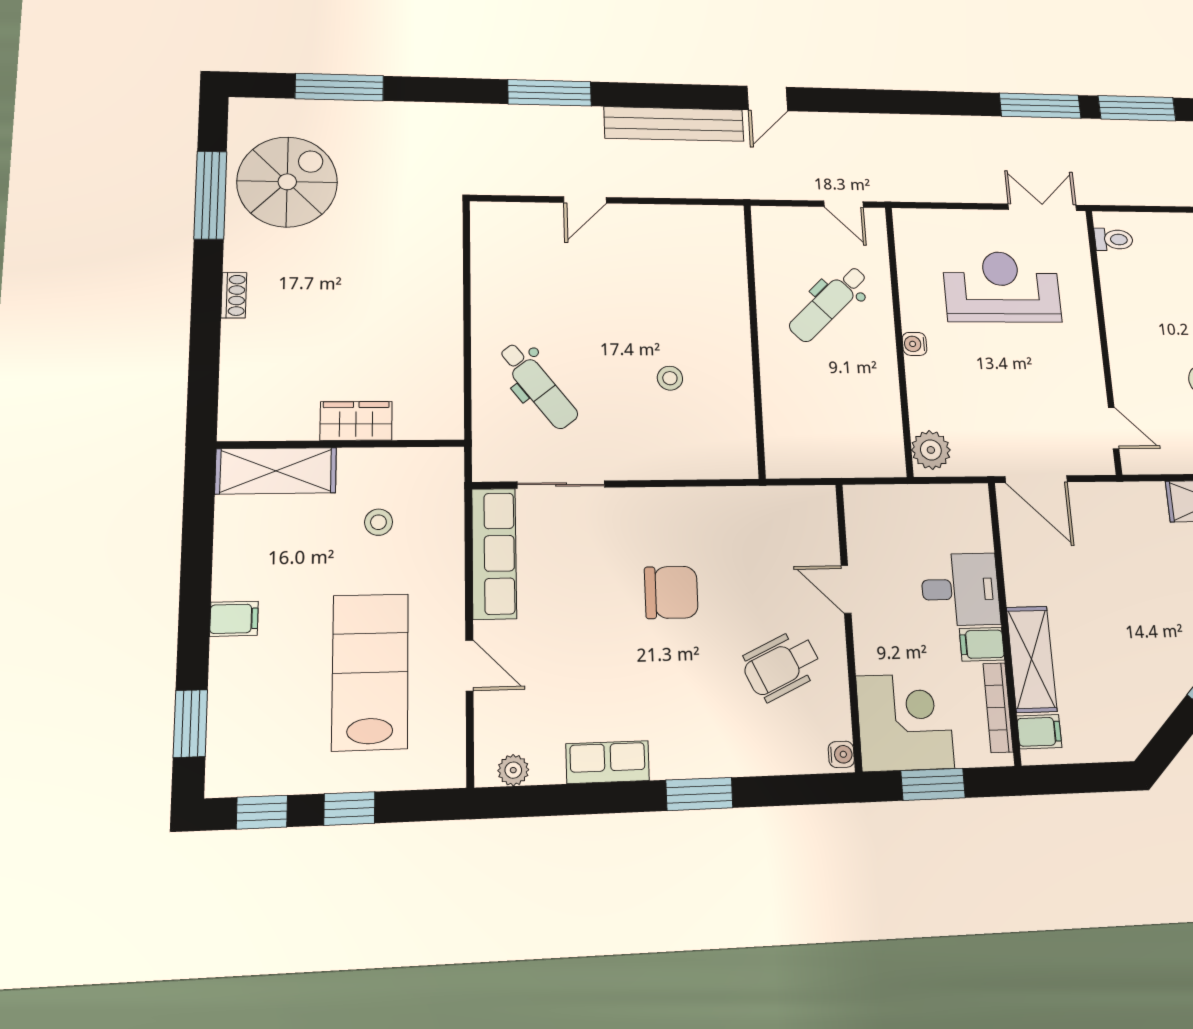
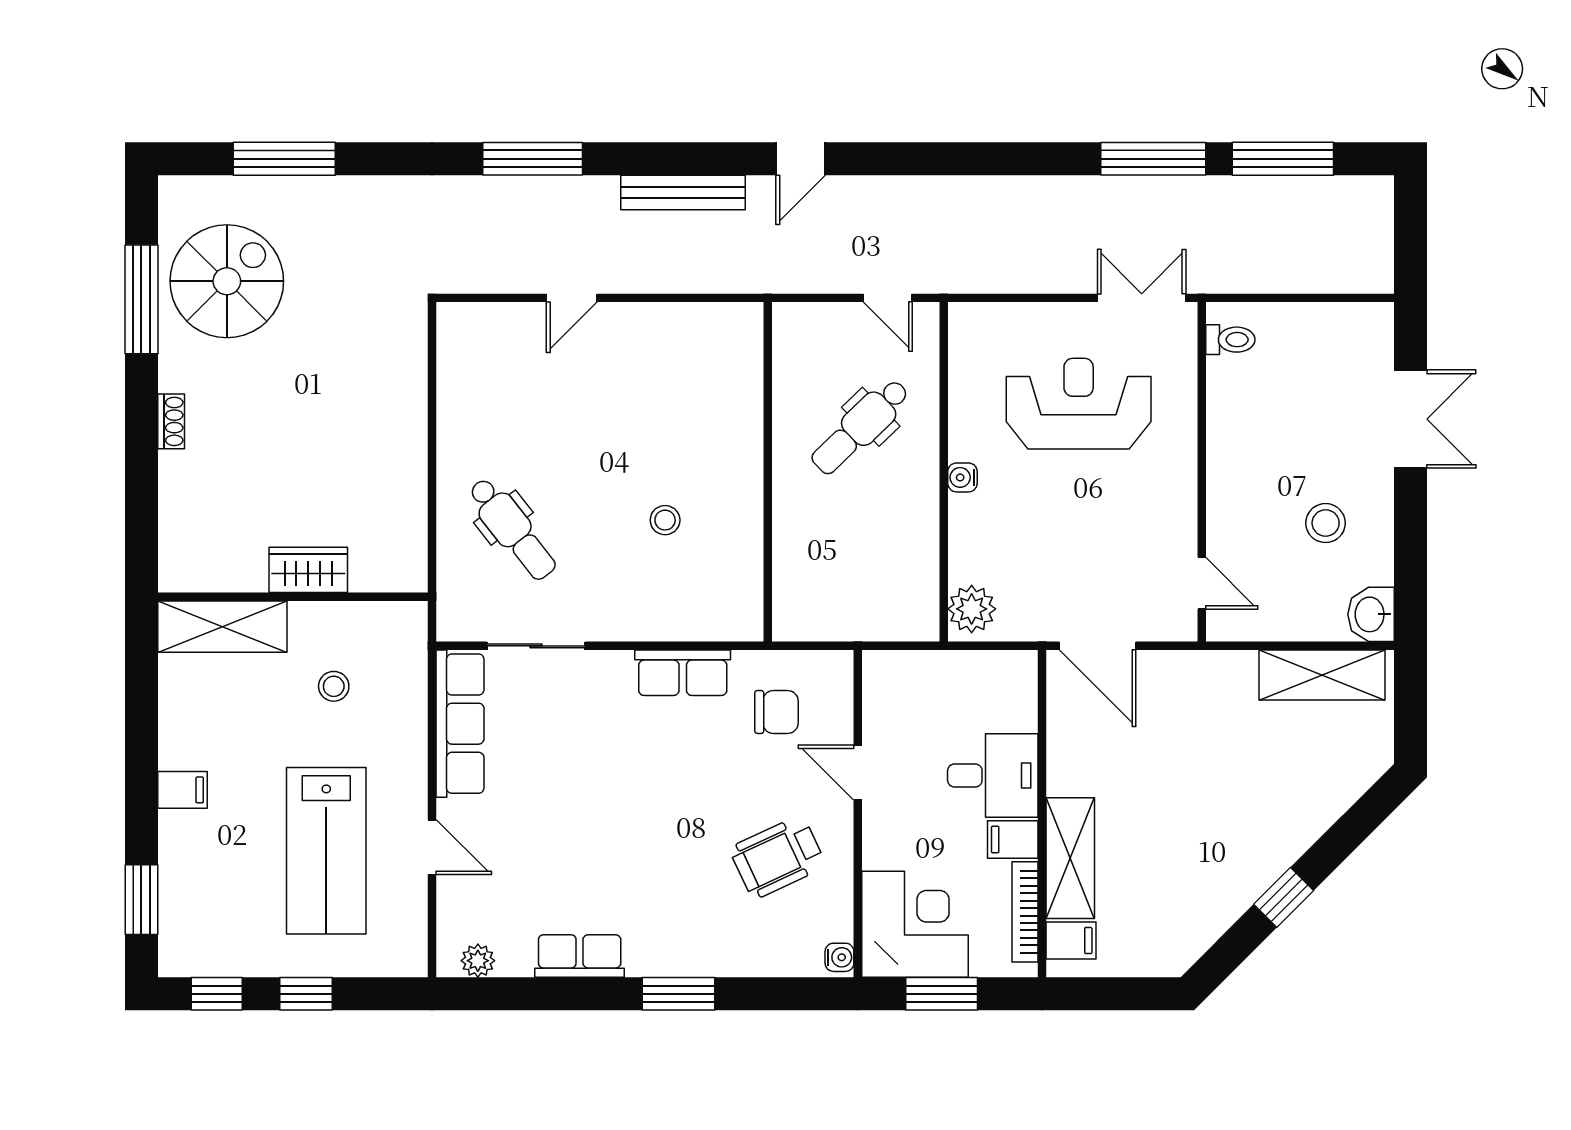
bench: (674, 124) -> (683, 192), width x0.73, depth x0.82
row of seats: (691, 506) -> (683, 673), added
chair: (671, 592) -> (777, 712), moved, width x0.73, depth x0.73
lab bench: (370, 672) -> (326, 851), turned 180

